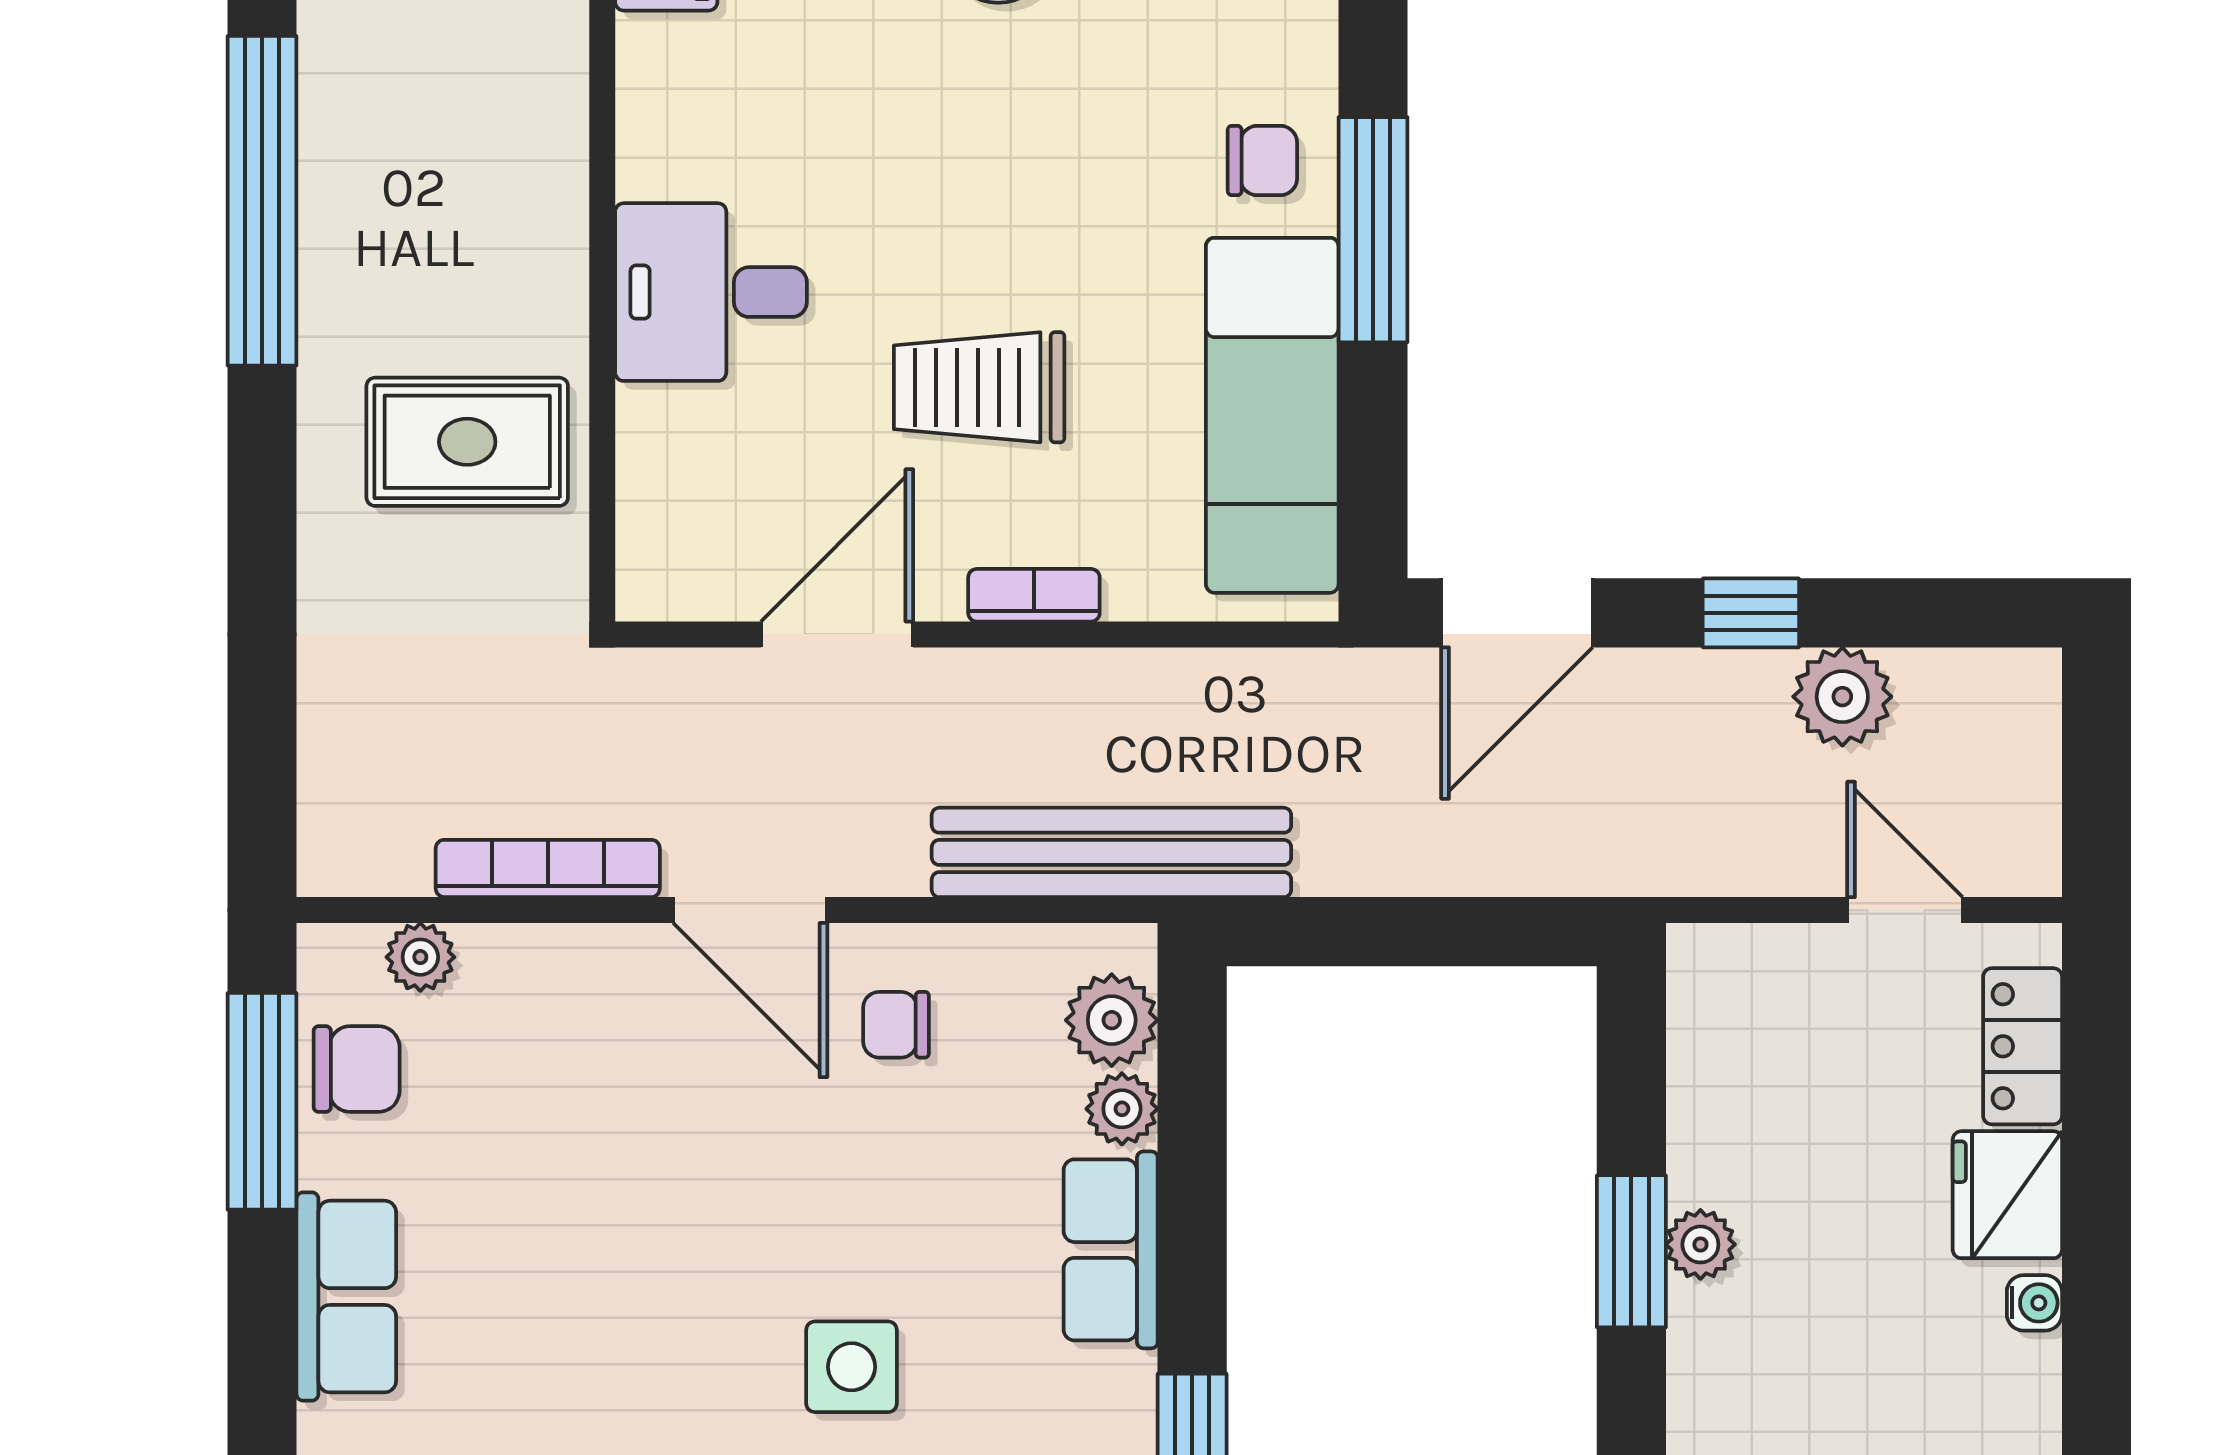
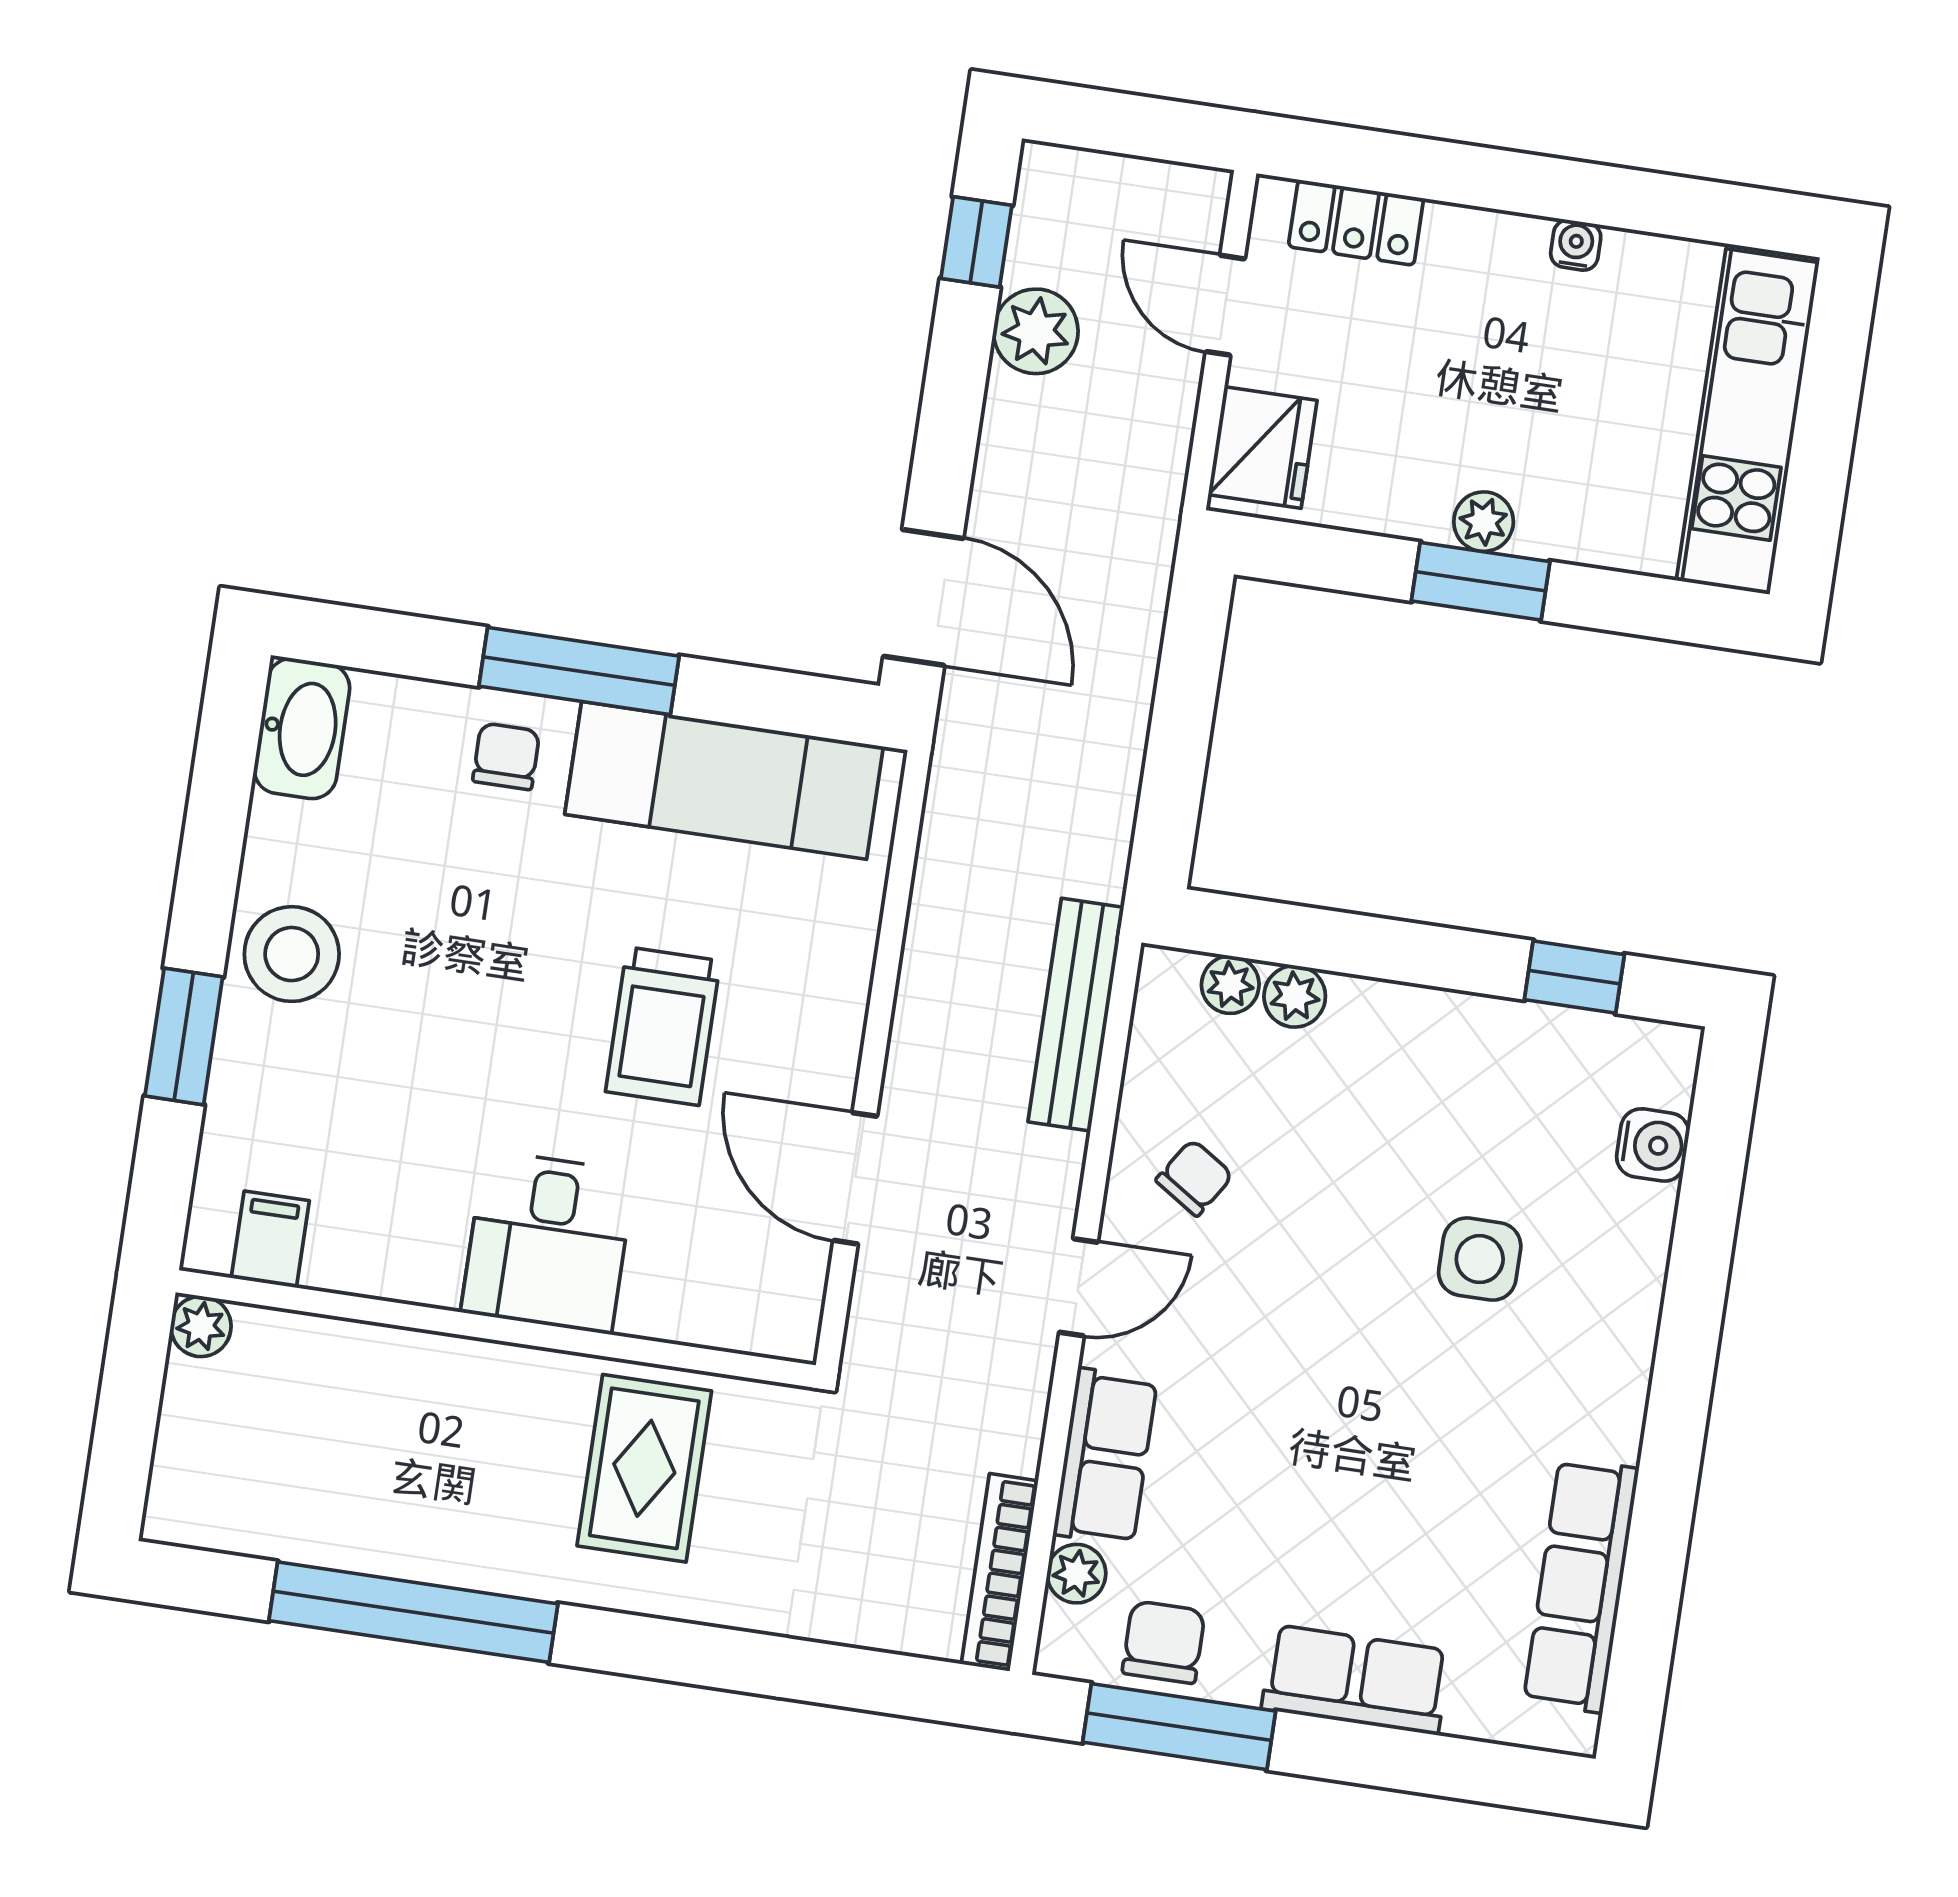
bookcase: (1034, 595) -> (847, 1006), removed
window: (1751, 613) -> (976, 242), moved
bench: (1111, 852) -> (1076, 1015), width x0.73, depth x0.82
bookcase: (548, 868) -> (1000, 1572), moved
door: (750, 910) -> (1078, 1287), width x0.73
door: (1905, 910) -> (1225, 305), hinge flipped
plant: (1112, 1020) -> (1230, 985), width x0.73, depth x0.73
chair: (896, 1025) -> (1194, 1178), turned -147
fridge: (2007, 1195) -> (1263, 447), moved, turned -90
row of seats: (1111, 1250) -> (1105, 1457), moved, turned -90

